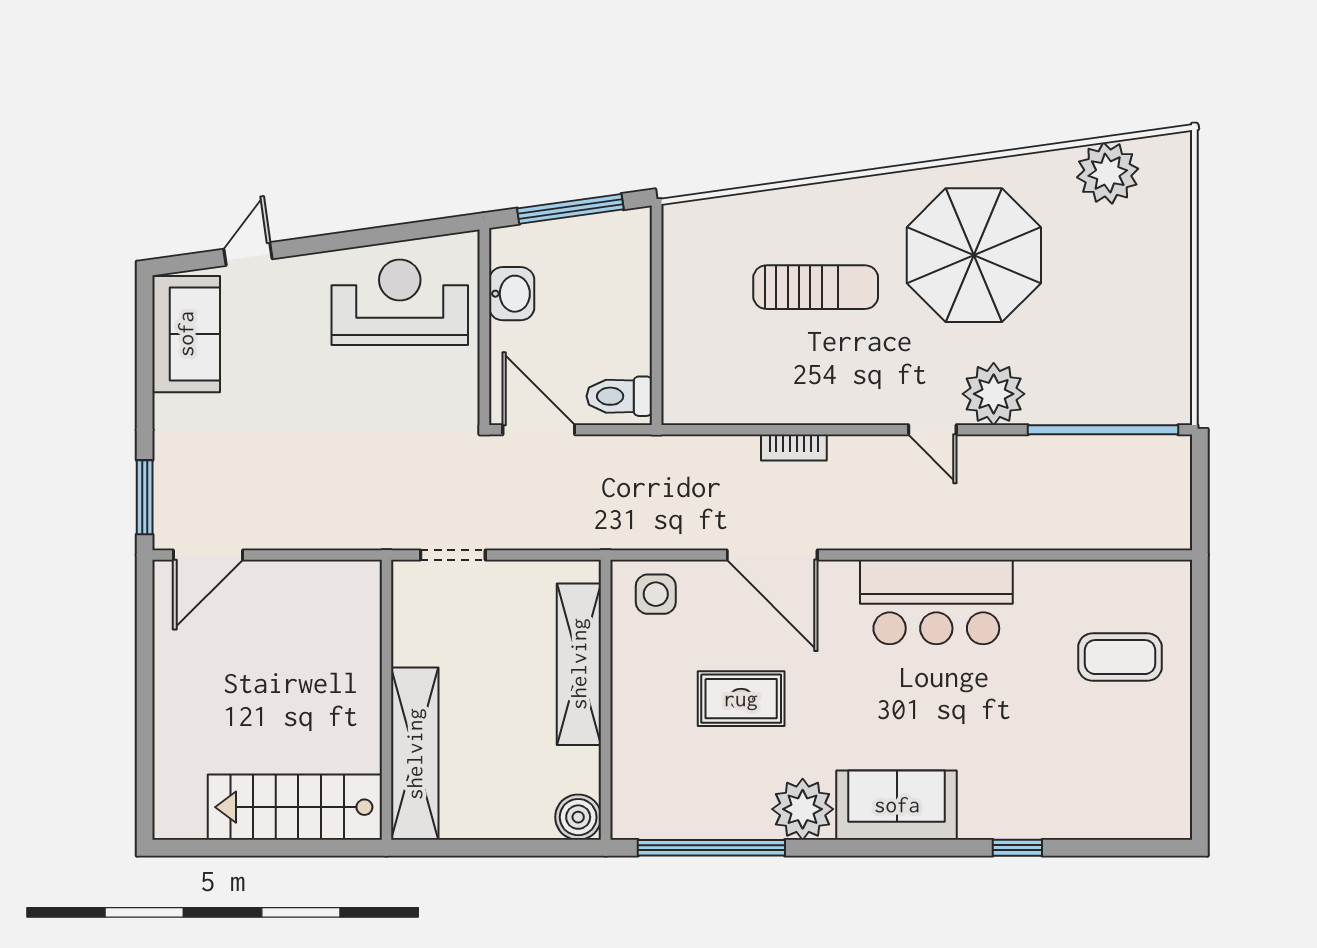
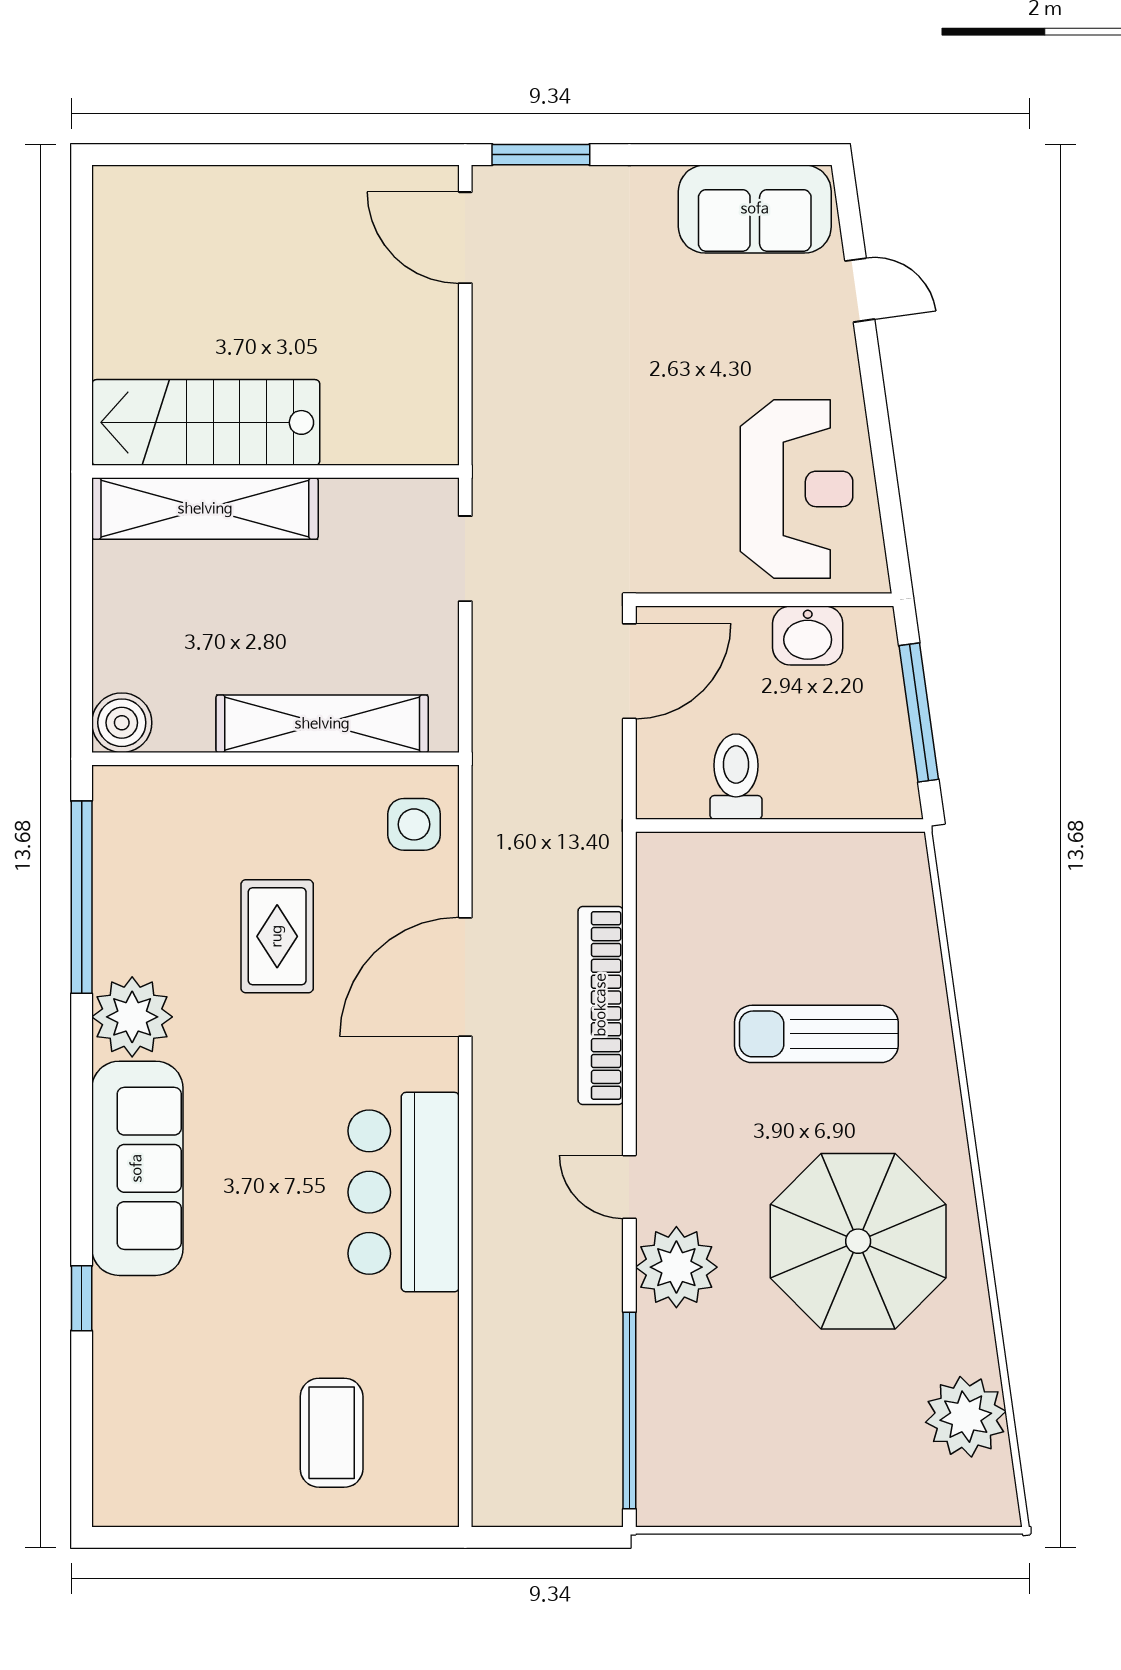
sun lounger: (816, 287) -> (816, 1034), turned 90
toilet: (619, 396) -> (736, 777), moved
door: (932, 430) -> (629, 1187), hinge flipped
bookcase: (794, 448) -> (601, 1005), width x2.31, depth x1.31
sofa: (897, 805) -> (137, 1168), width x1.36
stairs: (295, 807) -> (206, 422), moved, turned -90

